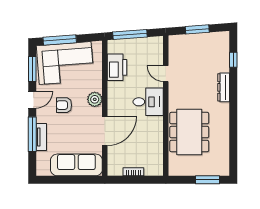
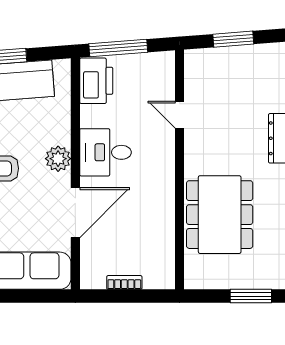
printer: (117, 67) -> (96, 81), moved
desk: (148, 102) -> (105, 152), moved, turned 180

